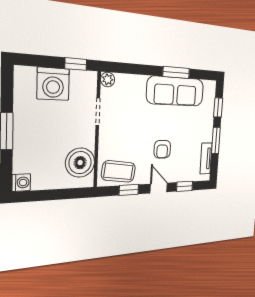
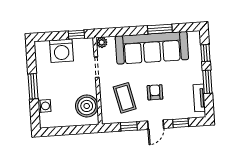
sofa: (176, 91) -> (152, 48), width x1.36, depth x1.27
armchair: (162, 149) -> (155, 92), turned 180
coffee table: (119, 171) -> (125, 98), moved, turned 70
washing machine: (21, 183) -> (44, 106), moved
door: (159, 188) -> (156, 125), swing flipped

